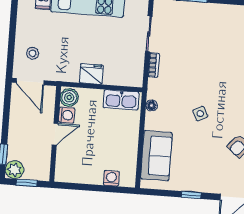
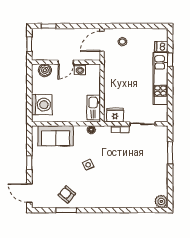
fridge: (91, 74) -> (115, 115), moved, turned -90
boiler: (69, 97) -> (45, 70), moved
door: (55, 134) -> (66, 62), hinge flipped
plant: (14, 170) -> (38, 35), removed
washing machine: (111, 178) -> (42, 105), width x1.89, depth x1.89

